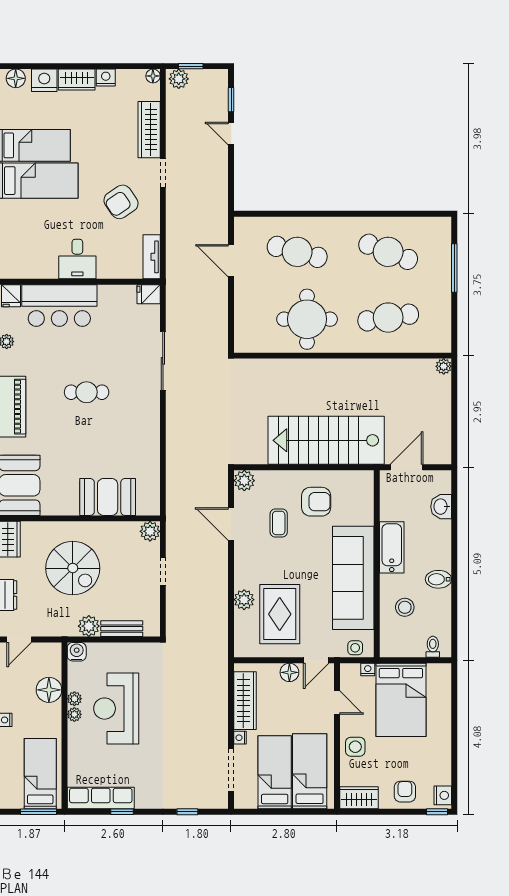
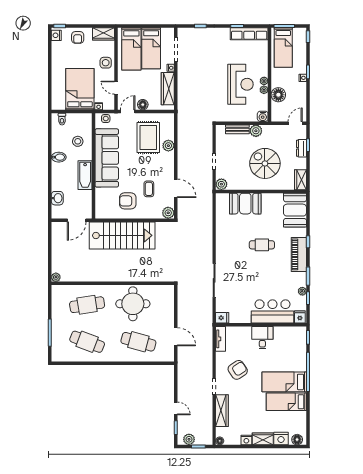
plant: (179, 79) -> (189, 439), moved
cafe table: (87, 392) -> (262, 245), moved

